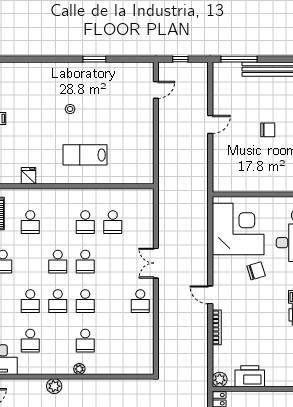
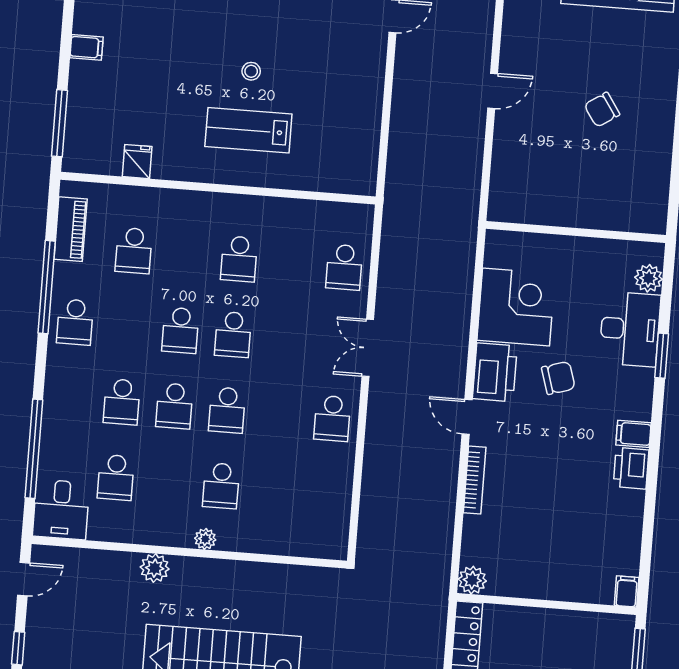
stool: (70, 109) -> (251, 71), moved
chair: (268, 130) -> (602, 110), turned 146
school desk: (113, 222) -> (344, 267), moved
corner desk: (238, 229) -> (516, 307), width x0.74, depth x0.74
printer: (250, 376) -> (495, 372), moved, turned 90

